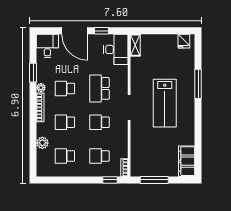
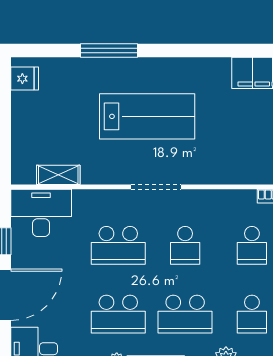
shelving: (135, 45) -> (58, 175), moved
school desk: (65, 88) -> (118, 314), width x1.85
school desk: (65, 122) -> (185, 314), width x1.85

